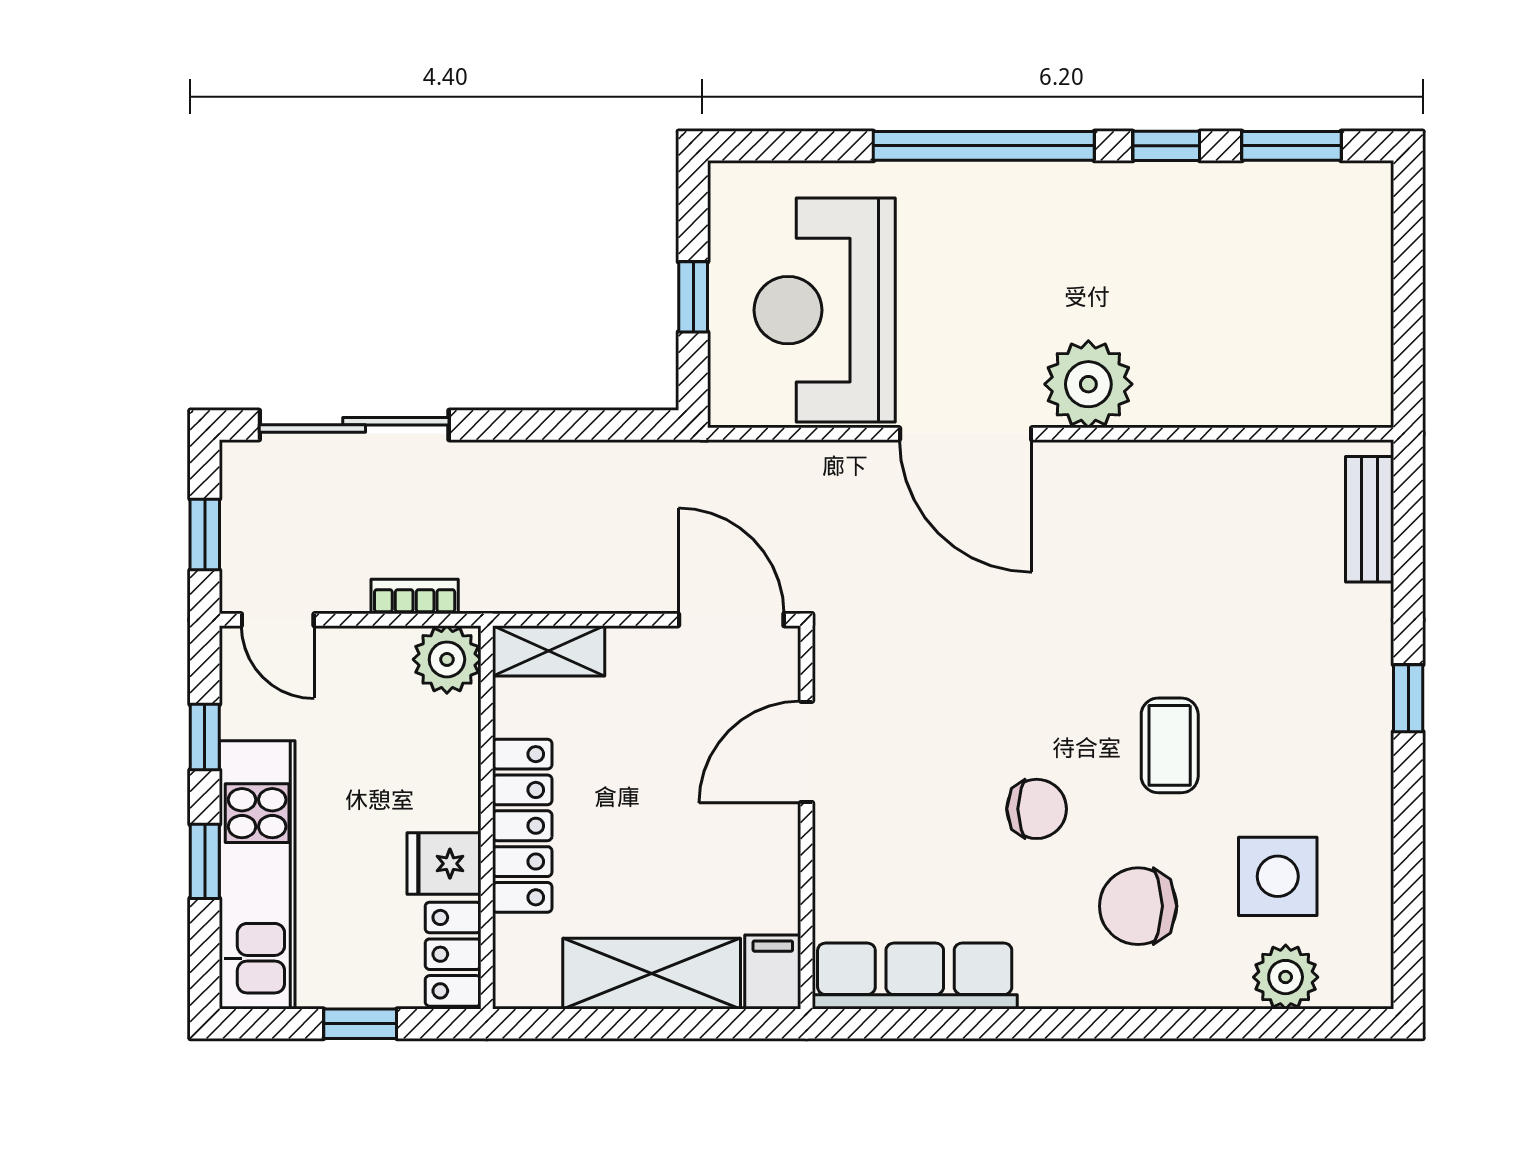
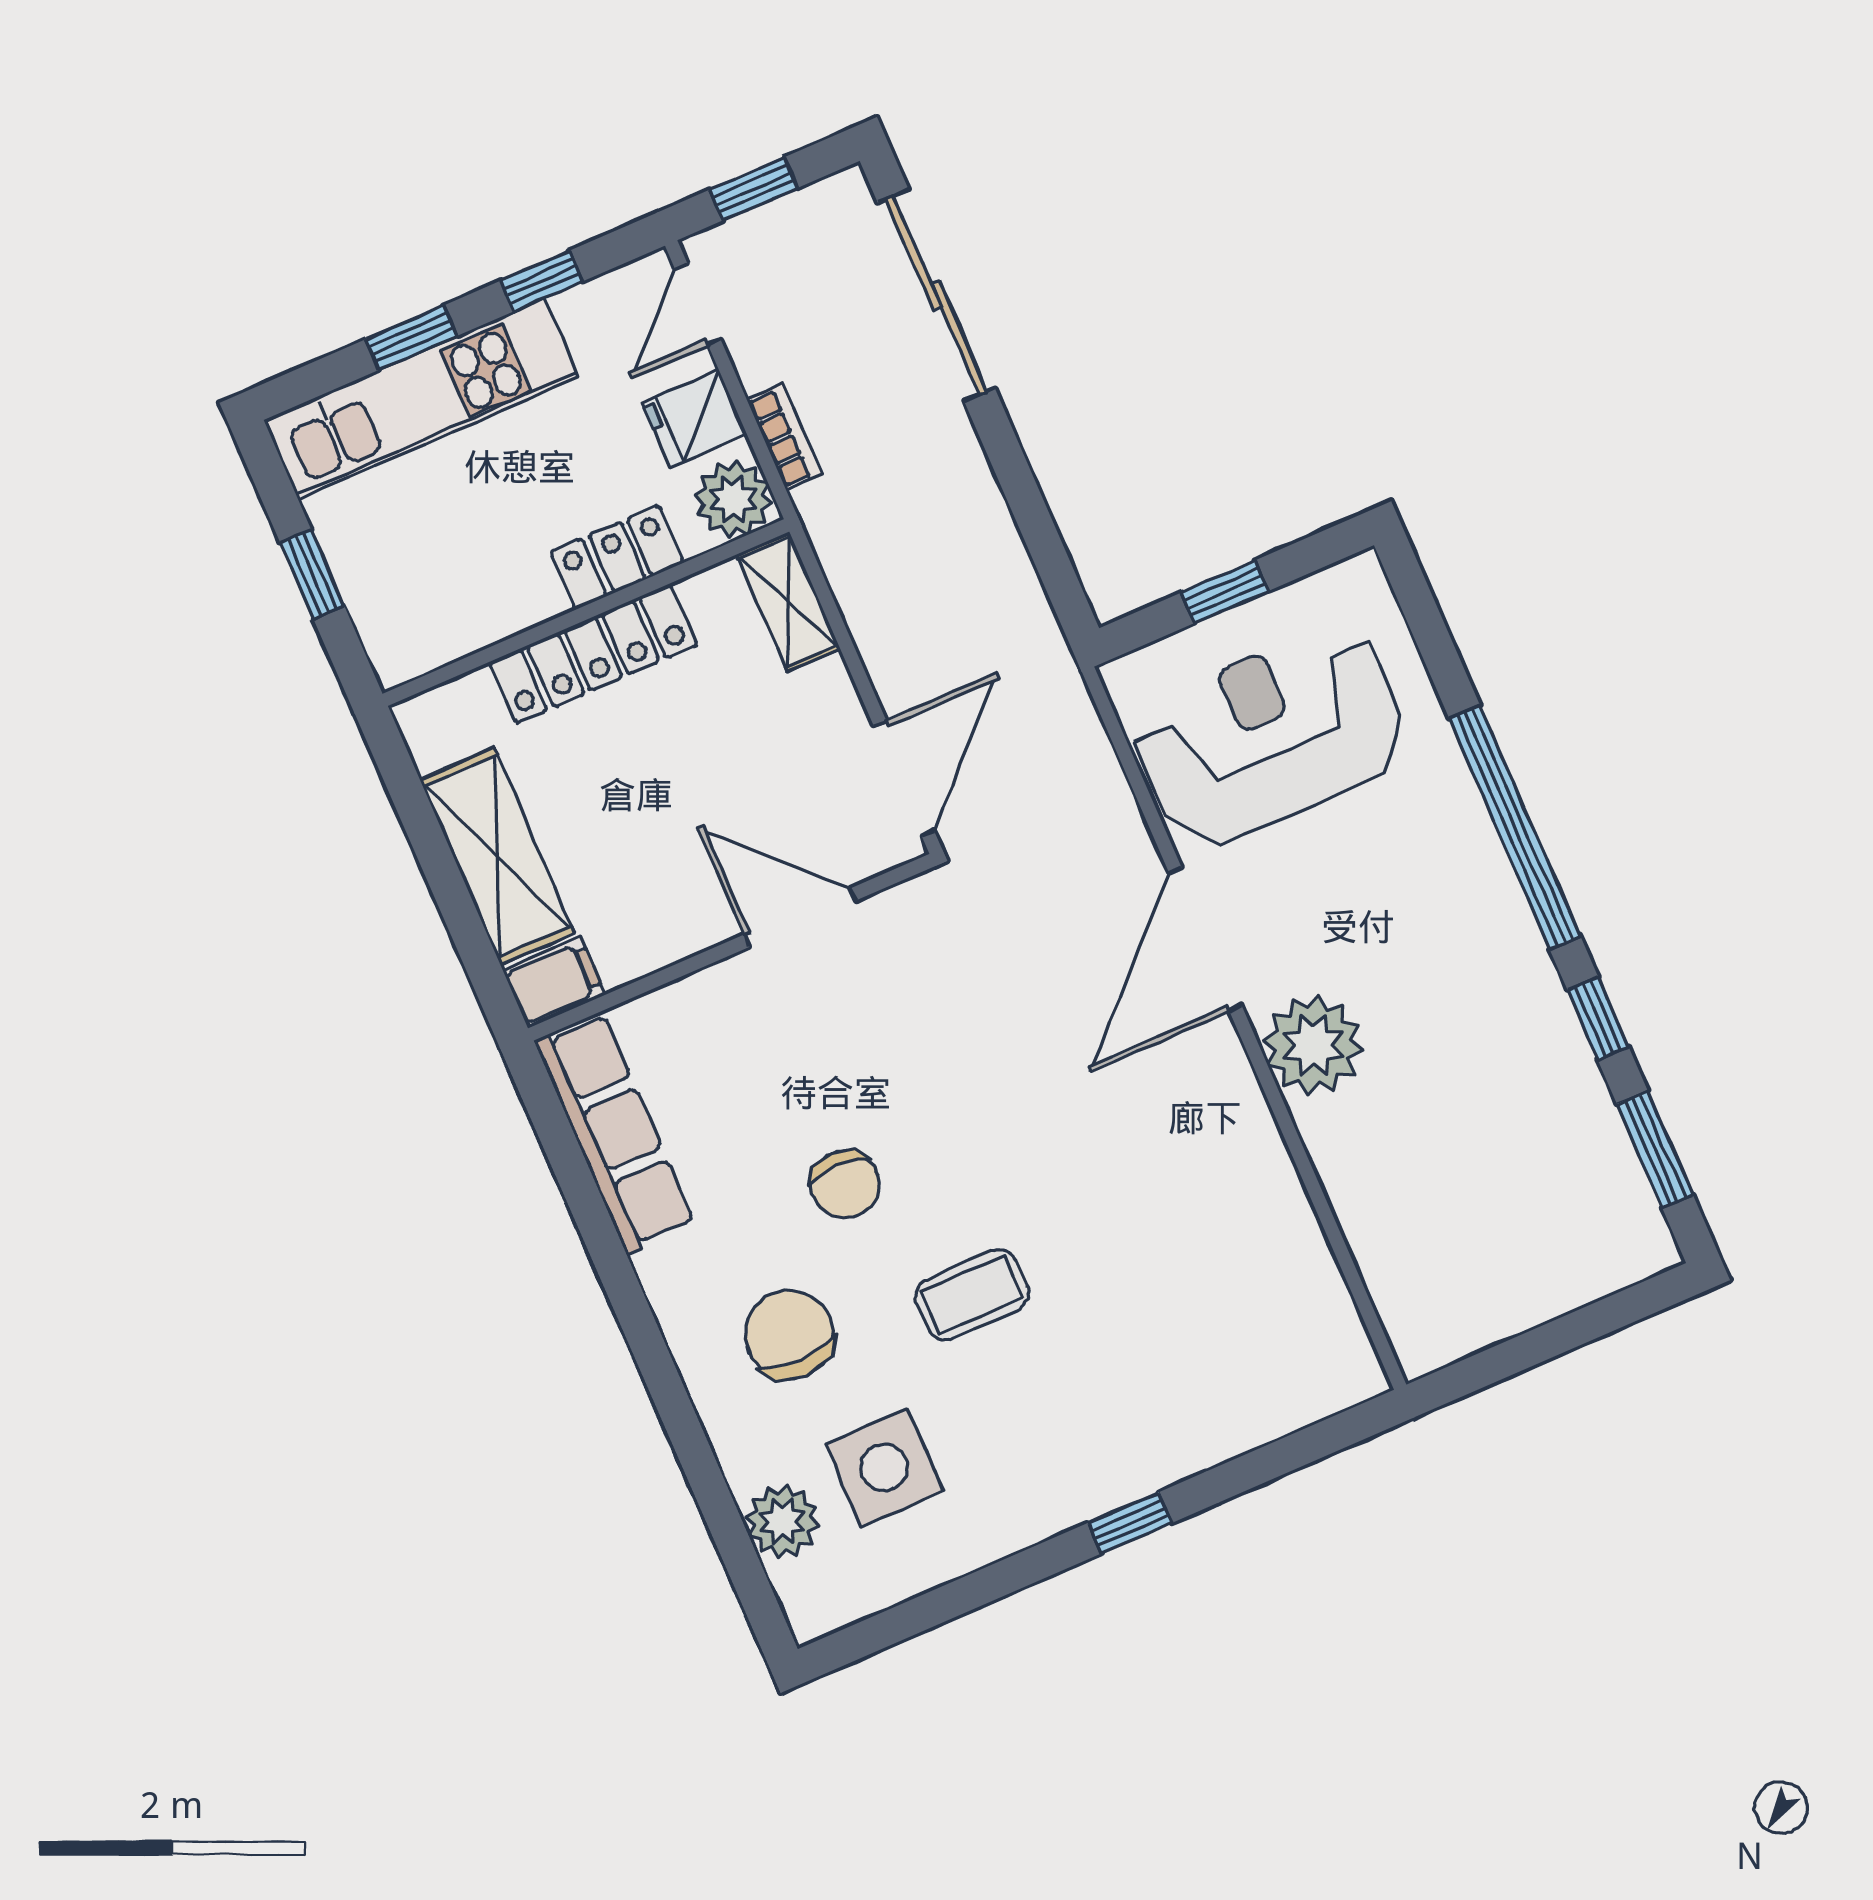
bench: (1370, 519) -> (1300, 1401), removed
fridge: (444, 864) -> (694, 418), moved, turned -90
locker: (453, 954) -> (617, 557), moved

